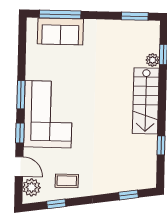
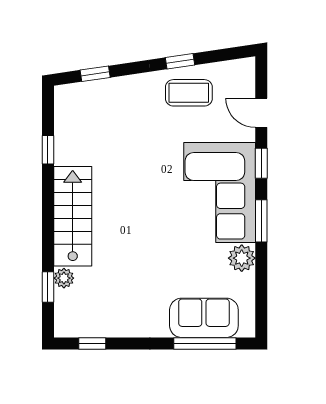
window: (135, 16) -> (92, 344), width x0.67
coffee table: (67, 181) -> (189, 93), width x1.36, depth x1.30
plant: (32, 187) -> (242, 258), moved
window: (56, 204) -> (180, 61), moved

